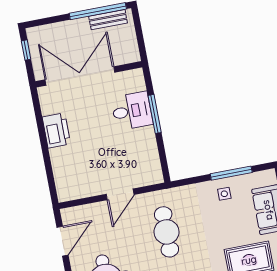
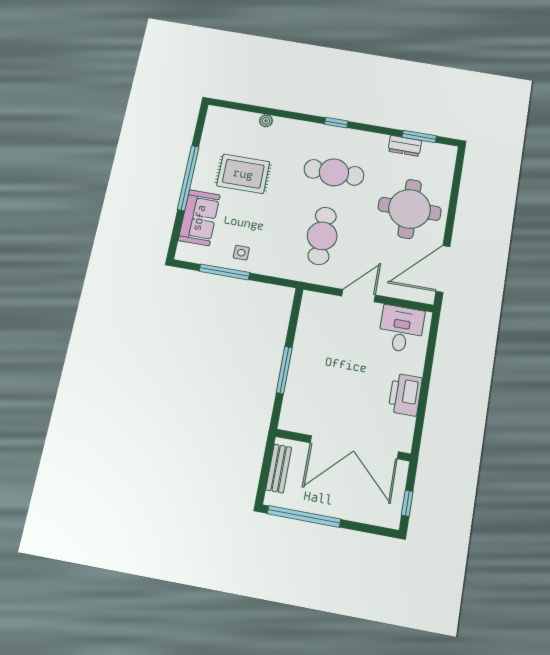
bench: (108, 20) -> (279, 469), moved, turned 90
desk: (132, 111) -> (401, 329), moved, turned 90
door: (62, 241) -> (443, 269), width x1.36

